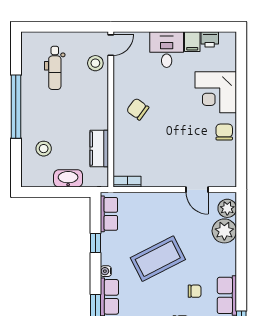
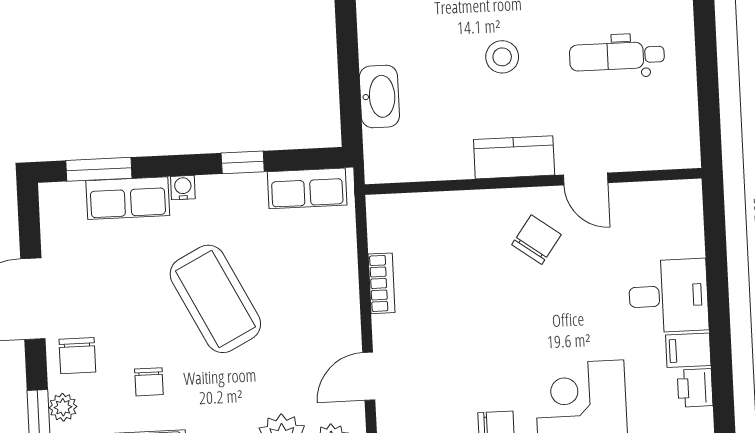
door: (111, 45) -> (586, 179), moved
stool: (95, 63) -> (631, 143), removed
stool: (44, 149) -> (502, 57), moved
kitchen counter: (99, 149) -> (514, 157), moved
bookcase: (127, 182) -> (382, 283), moved

